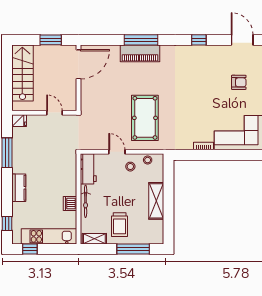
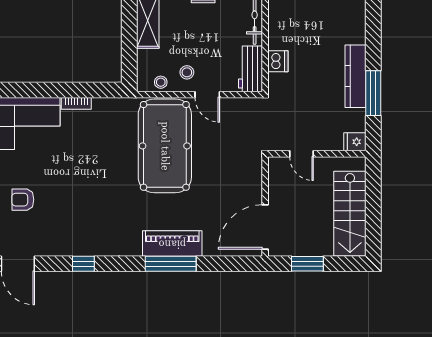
pool table: (145, 118) -> (165, 146), width x1.36, depth x1.32
kitchen counter: (19, 188) -> (355, 76), moved, width x1.50
dishwasher: (70, 203) -> (278, 61), moved

